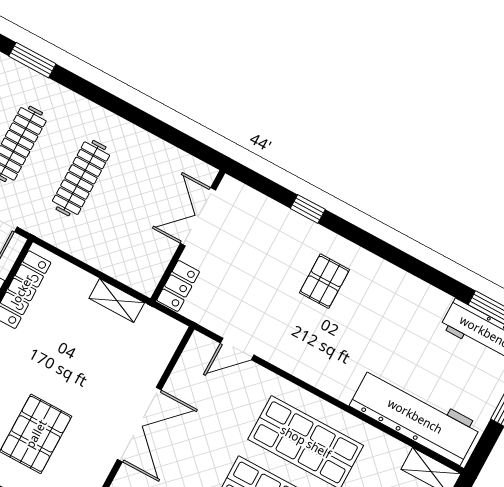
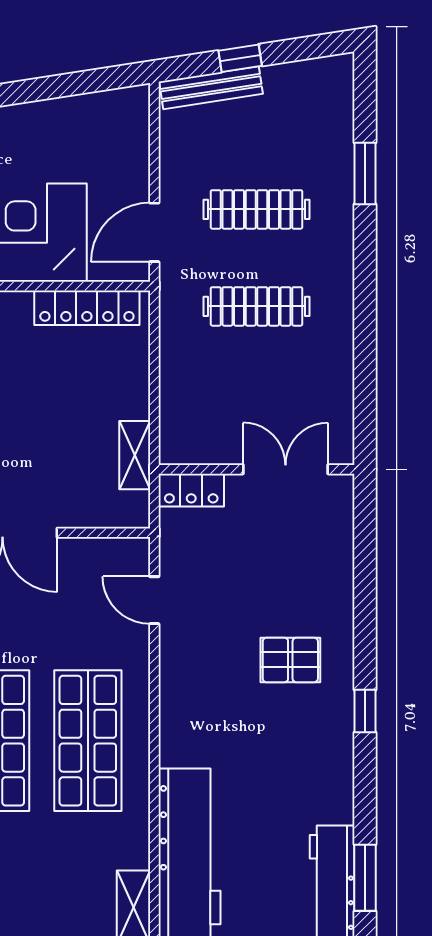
window: (308, 209) -> (365, 711), moved
shelving: (117, 301) -> (135, 455), moved

